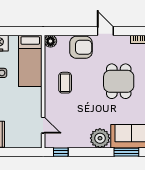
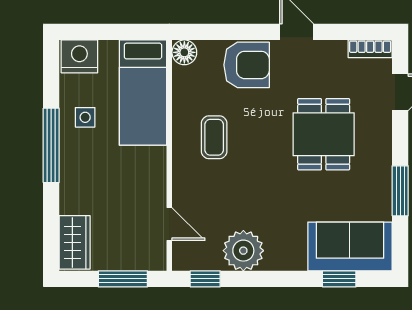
plant: (100, 138) -> (243, 251), moved
window: (20, 152) -> (123, 279), added
window: (126, 152) -> (339, 279), width x0.67

